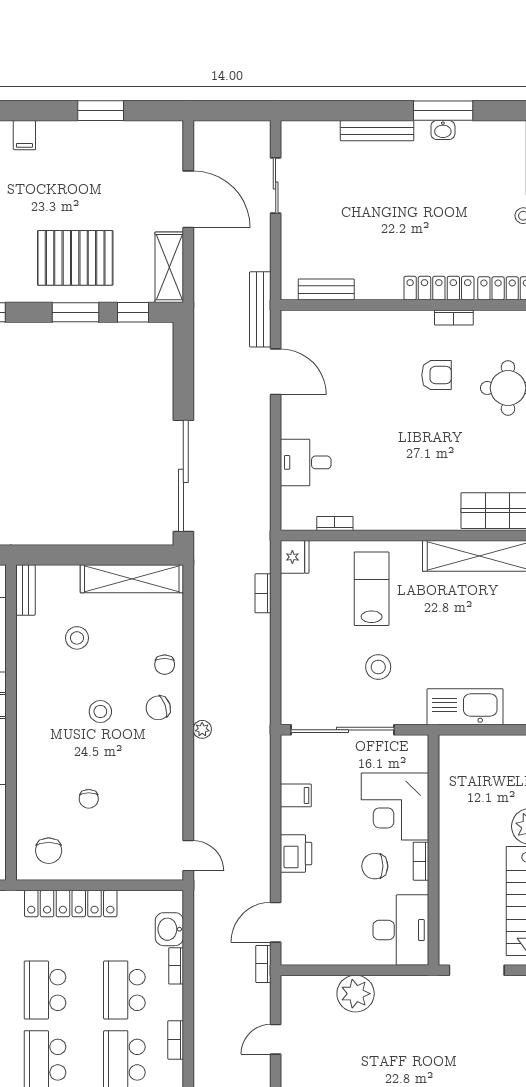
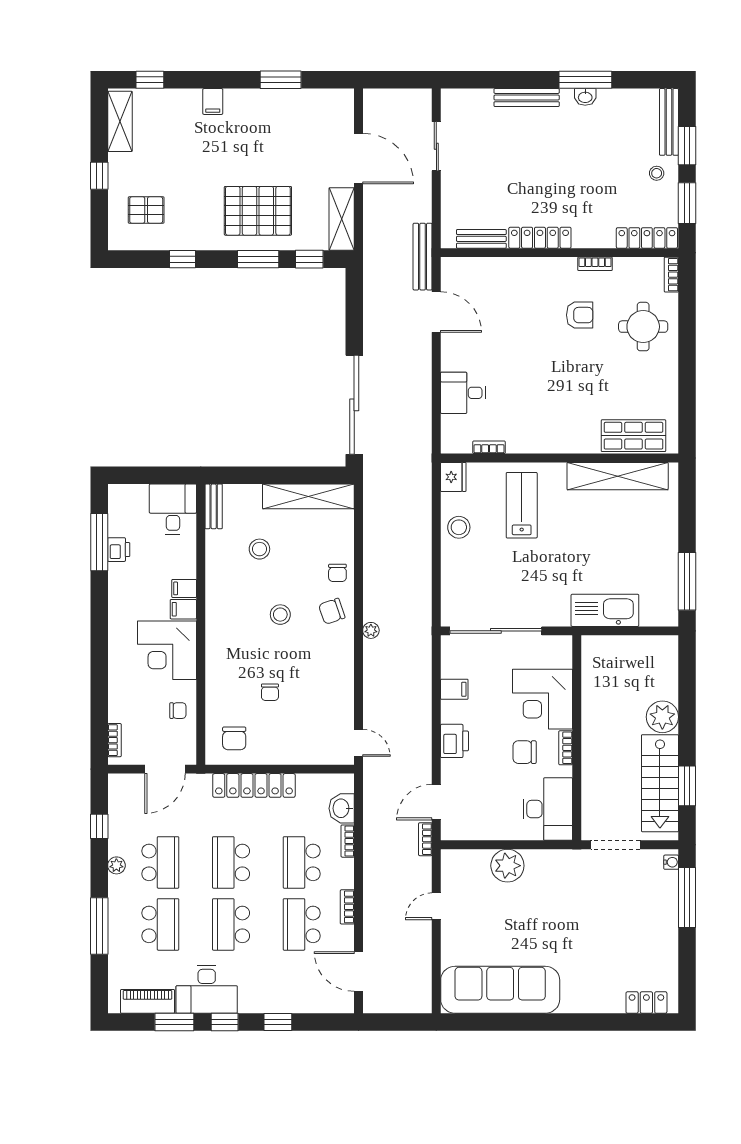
locker: (439, 288) -> (540, 238), moved
bookcase: (263, 593) -> (425, 509), removed
stool: (378, 667) -> (459, 527), moved

